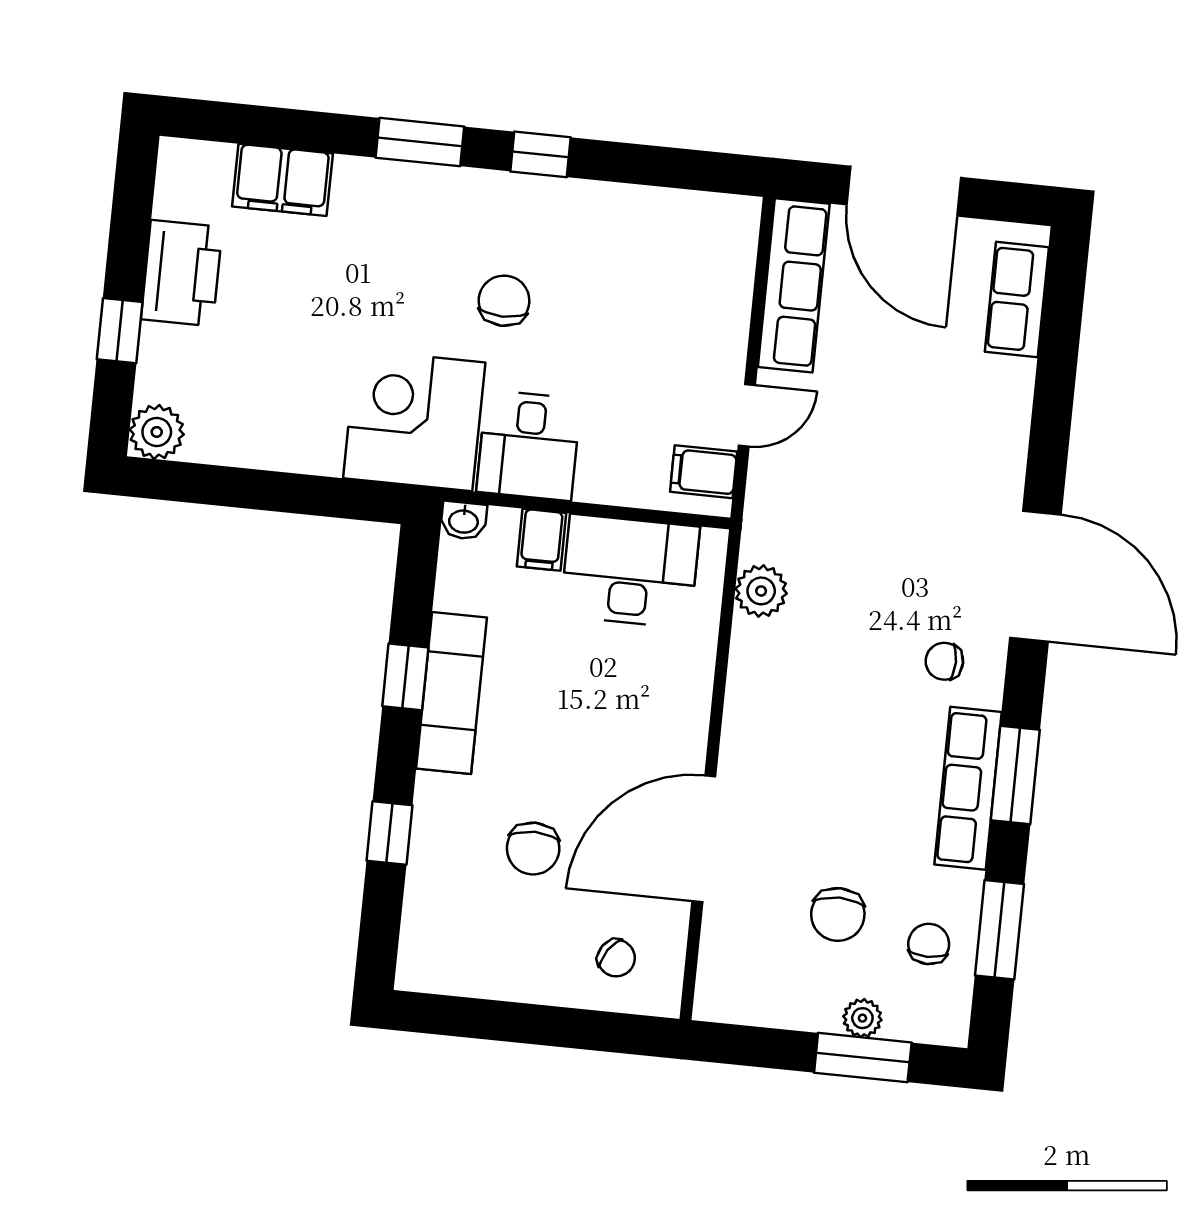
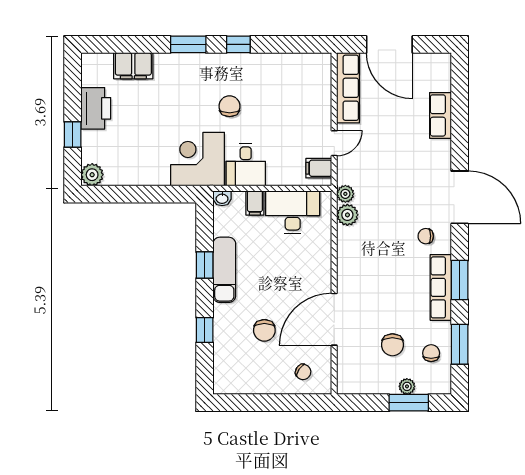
row of seats: (1017, 299) -> (440, 115), moved
plant: (761, 540) -> (345, 194), added

